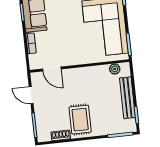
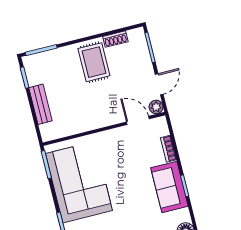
plant: (115, 69) -> (156, 107), moved
door: (31, 95) -> (159, 84), hinge flipped
bench: (127, 98) -> (40, 104), width x0.73

